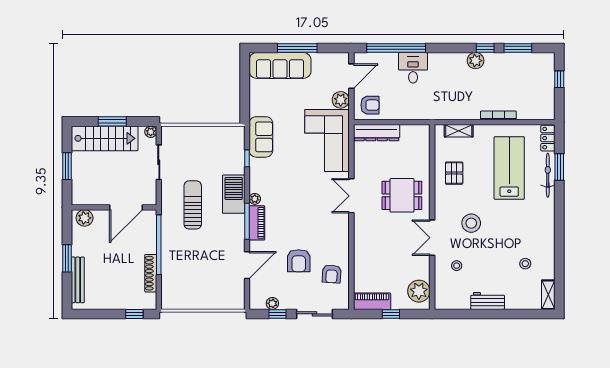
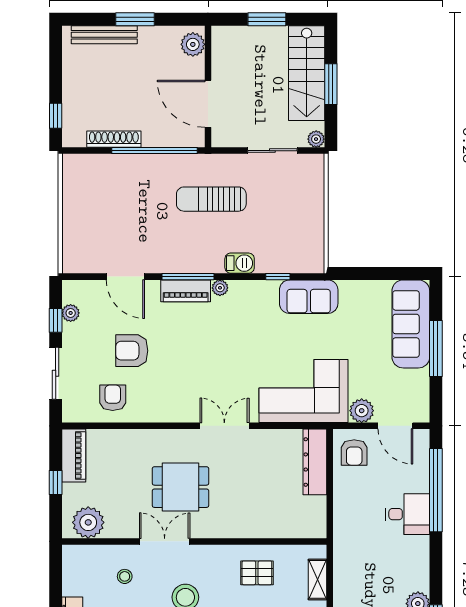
barbecue: (234, 194) -> (240, 263), width x0.53, depth x0.65
dining table: (402, 195) -> (180, 487), moved, turned 90
sun lounger: (193, 205) -> (211, 199), turned 180
armchair: (332, 274) -> (113, 398), turned 86

